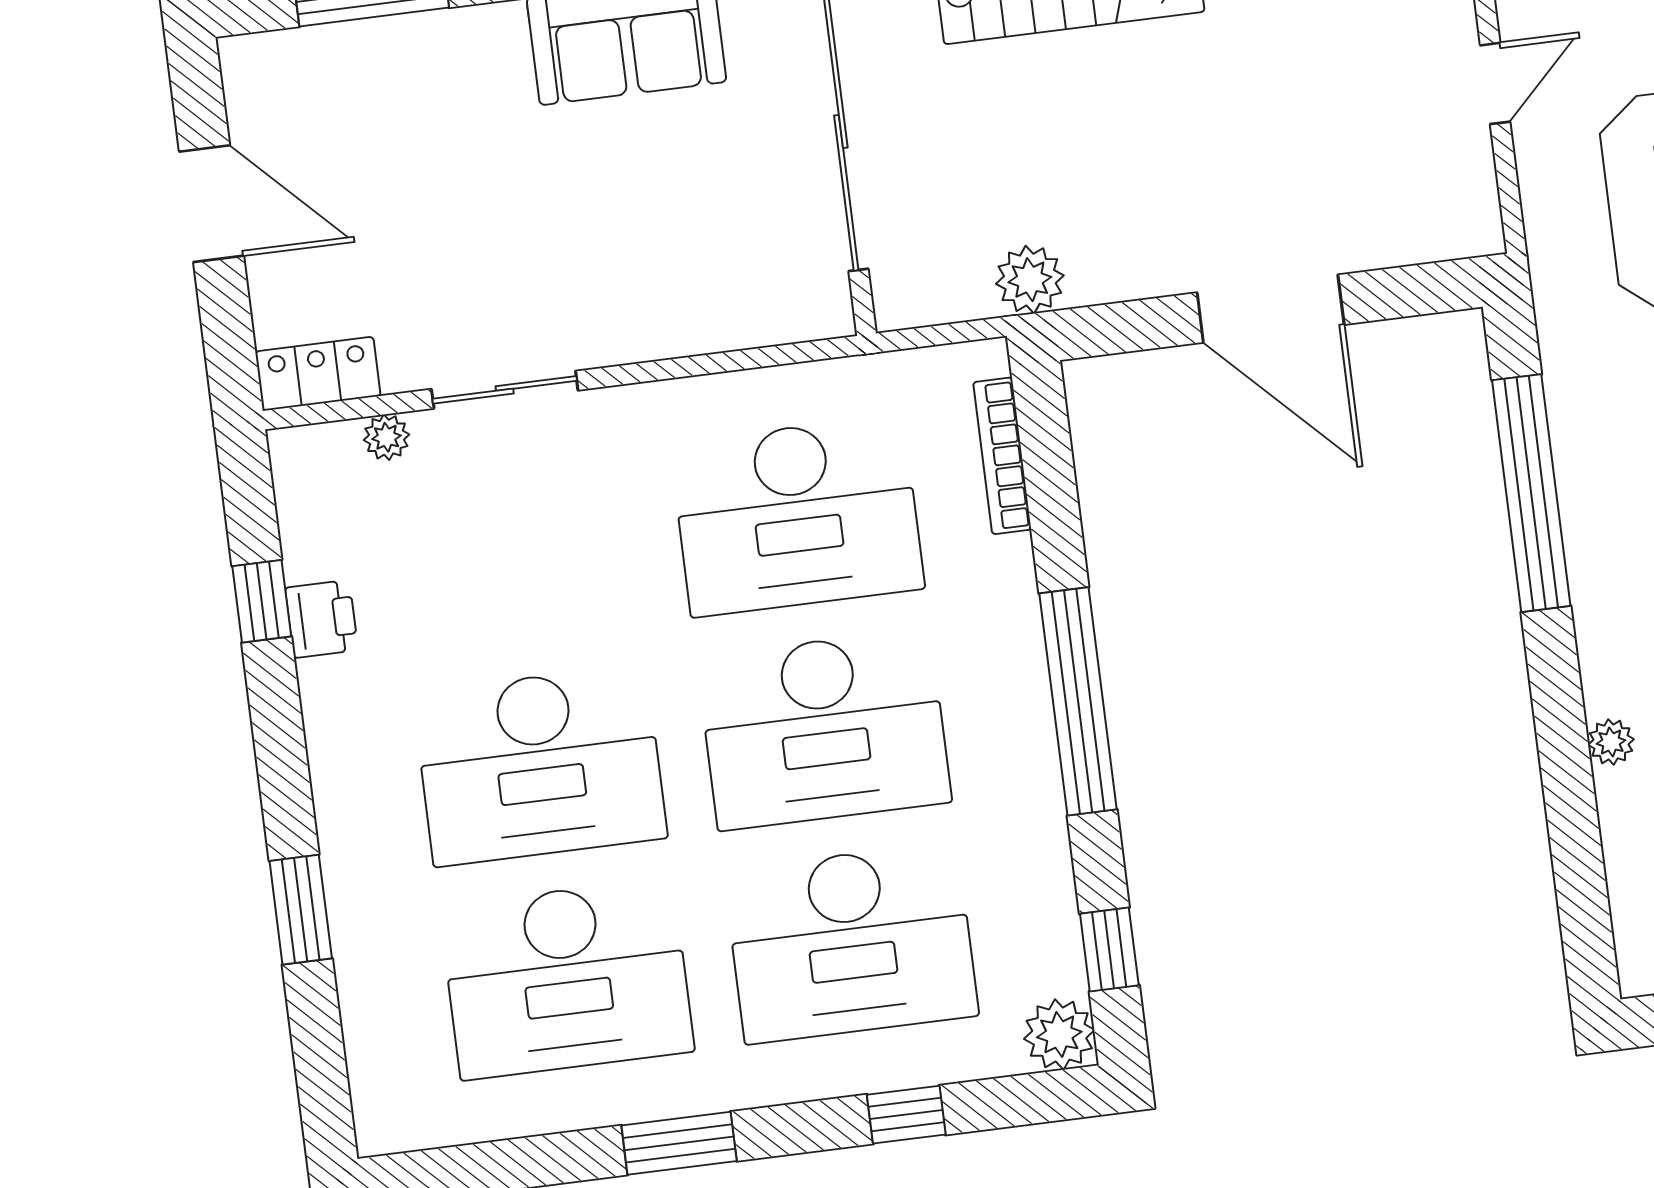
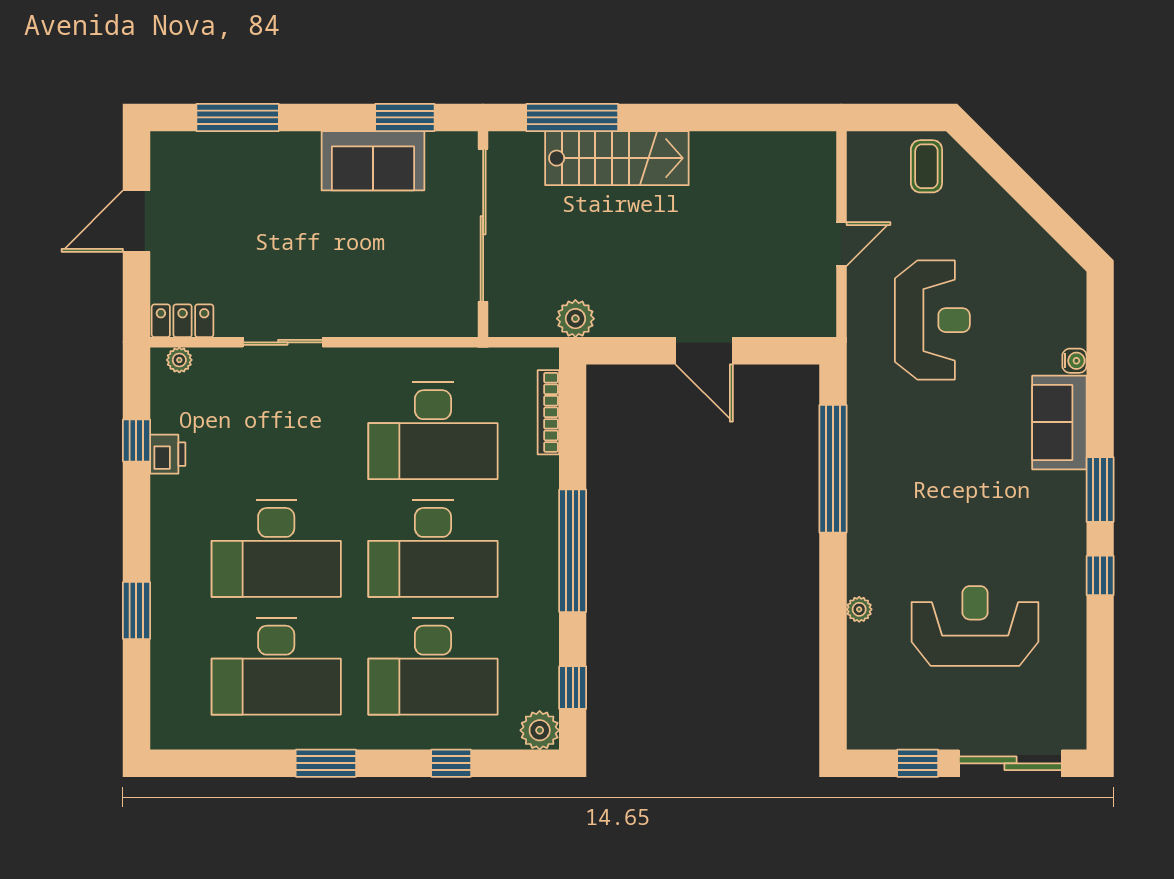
door: (212, 204) -> (136, 221), swing flipped
door: (1271, 309) -> (704, 351), width x0.73
plant: (386, 437) -> (179, 360), moved

